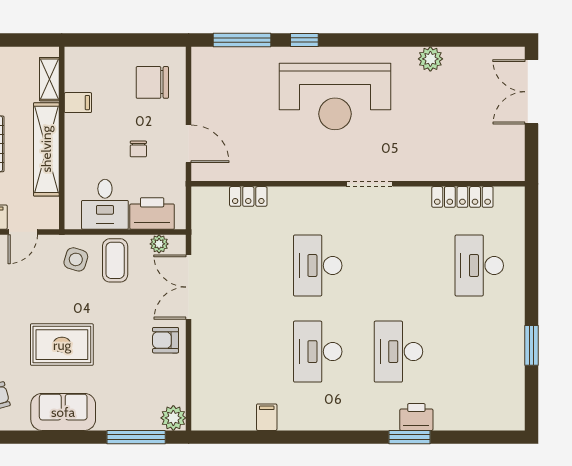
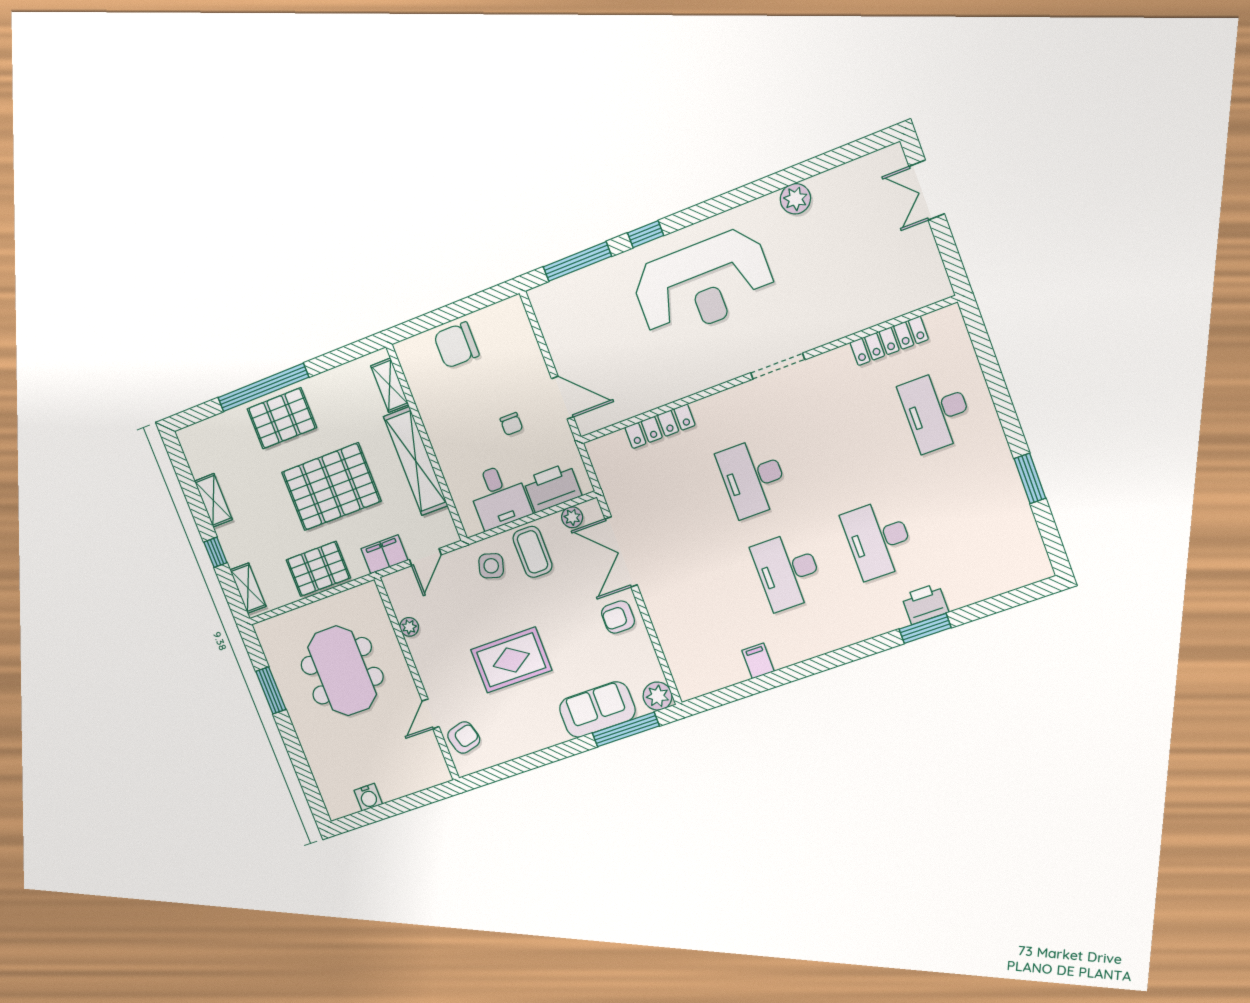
chair: (152, 82) -> (456, 345), moved
double door: (532, 92) -> (927, 190), width x0.73
filing cabinet: (78, 103) -> (429, 399), removed
locker: (248, 196) -> (660, 426), width x1.53
sofa: (63, 412) -> (597, 710), moved

